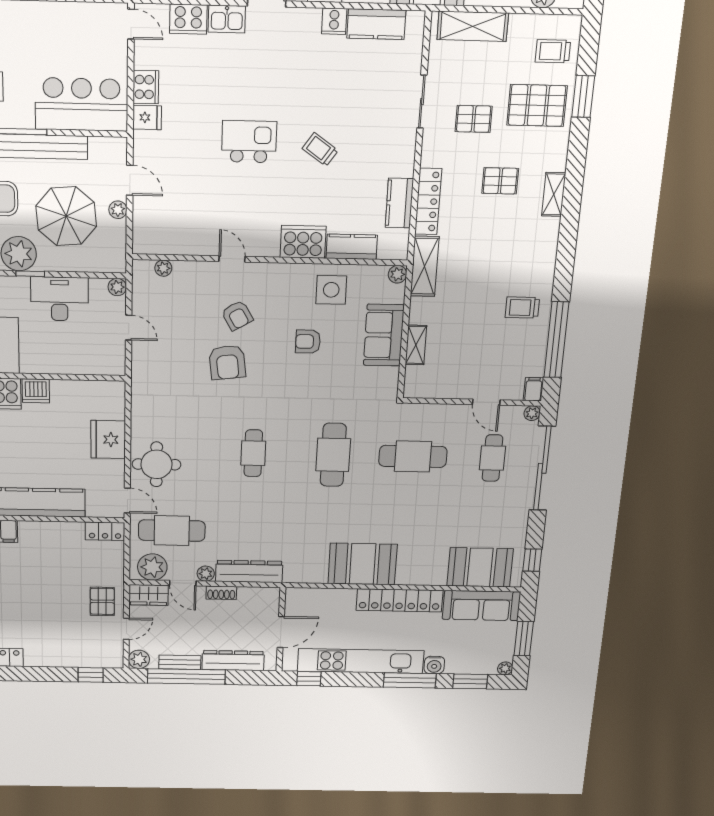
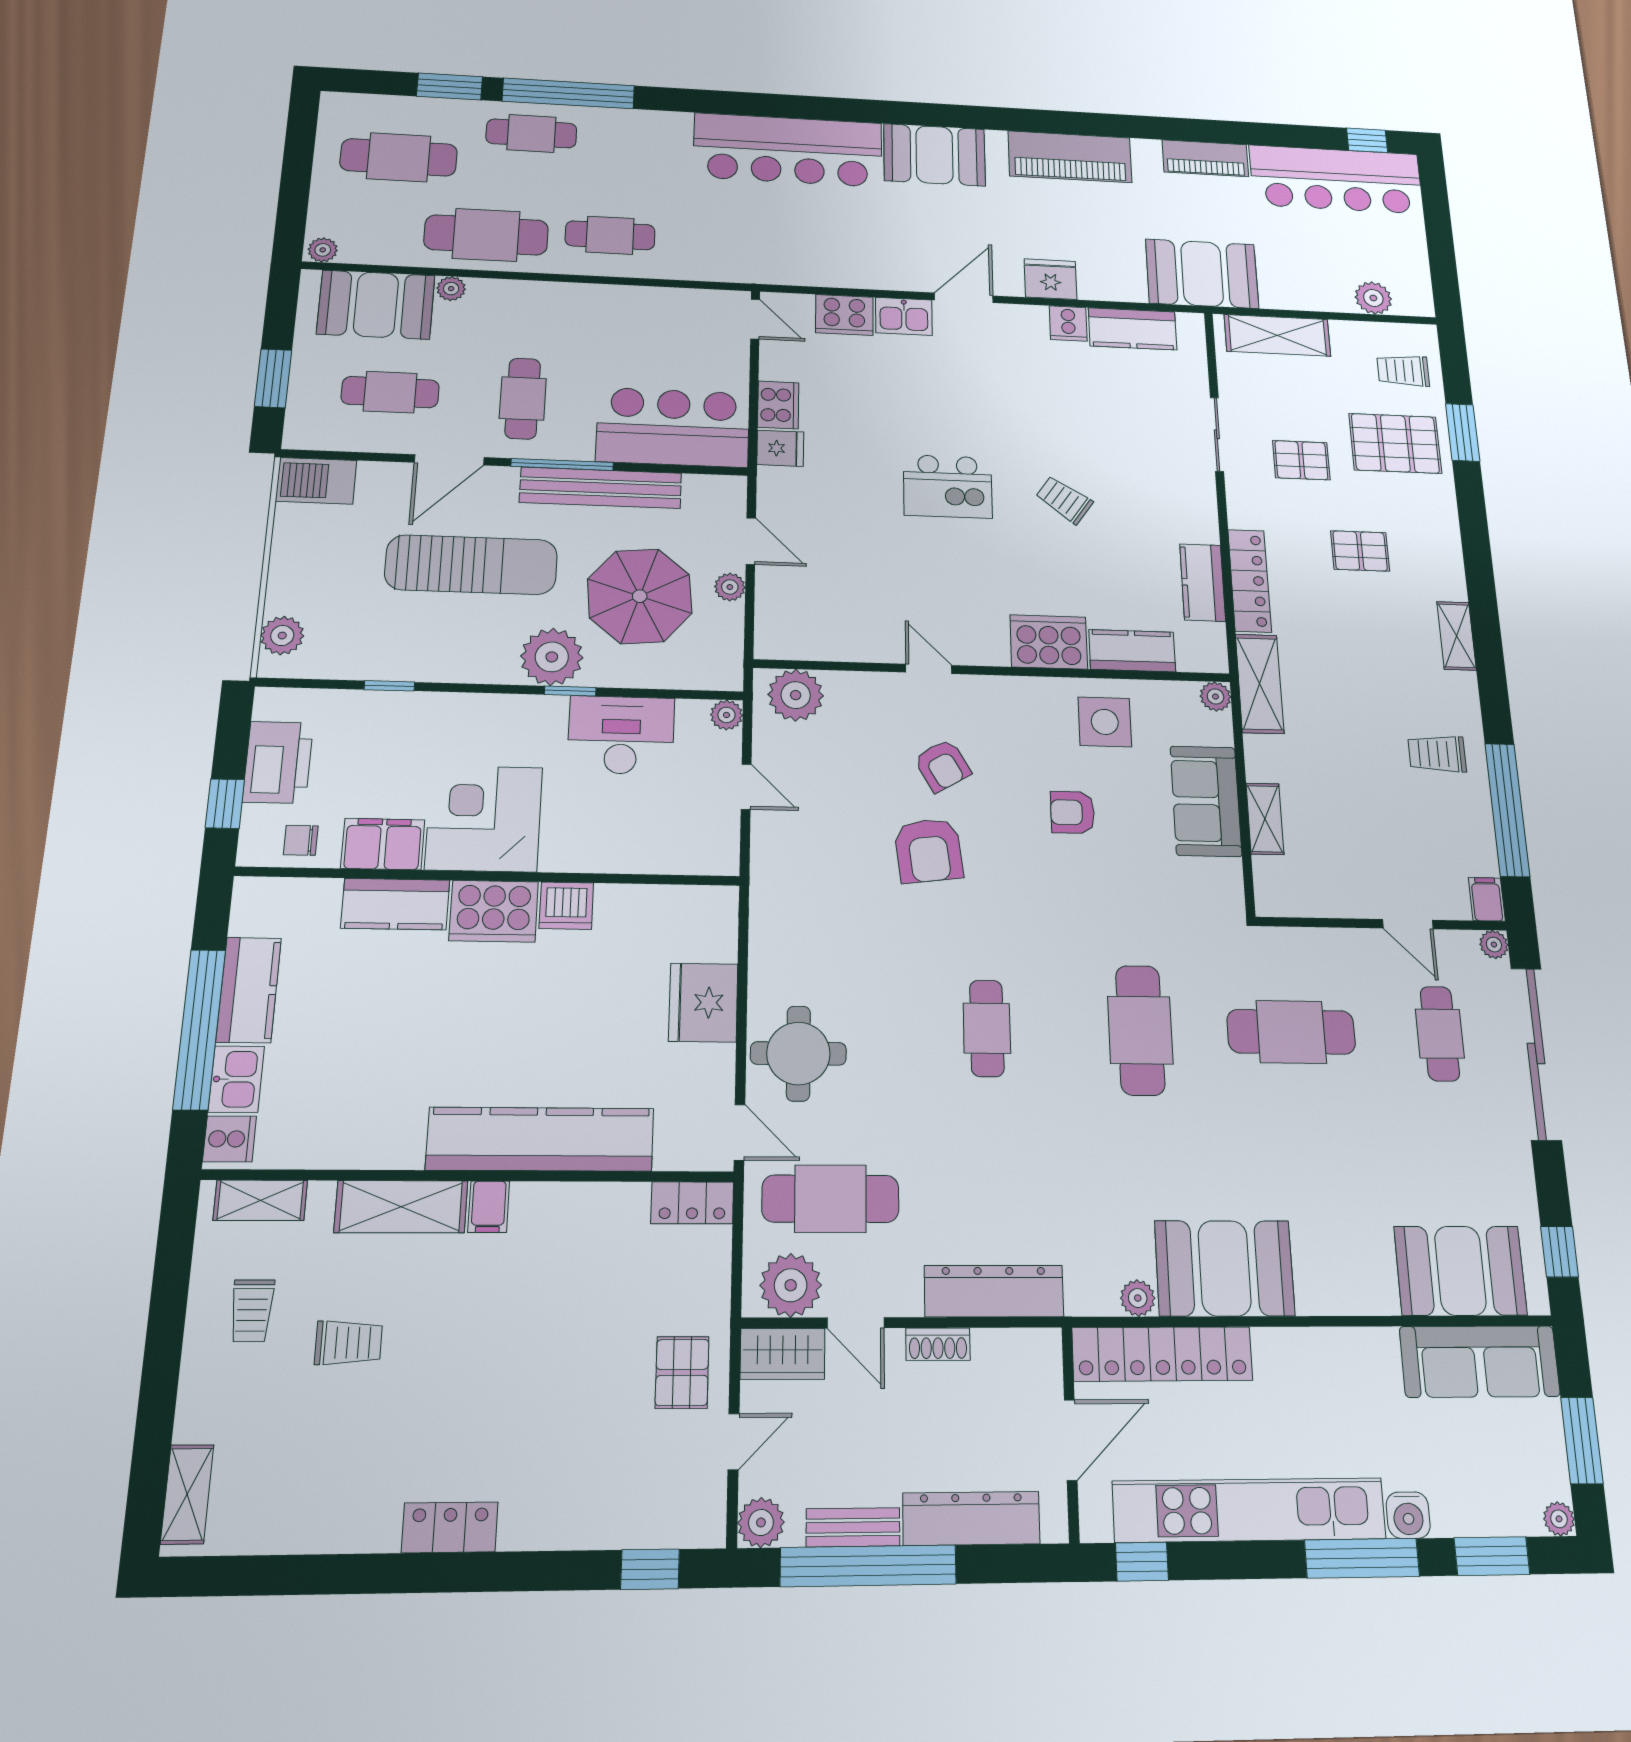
kitchen island: (249, 142) -> (948, 486), turned 180
shelving: (554, 194) -> (1457, 636), moved
plant: (163, 268) -> (796, 695), width x1.88, depth x1.88
plant: (206, 574) -> (1138, 1298), moved
locker: (399, 600) -> (1162, 1354), moved

